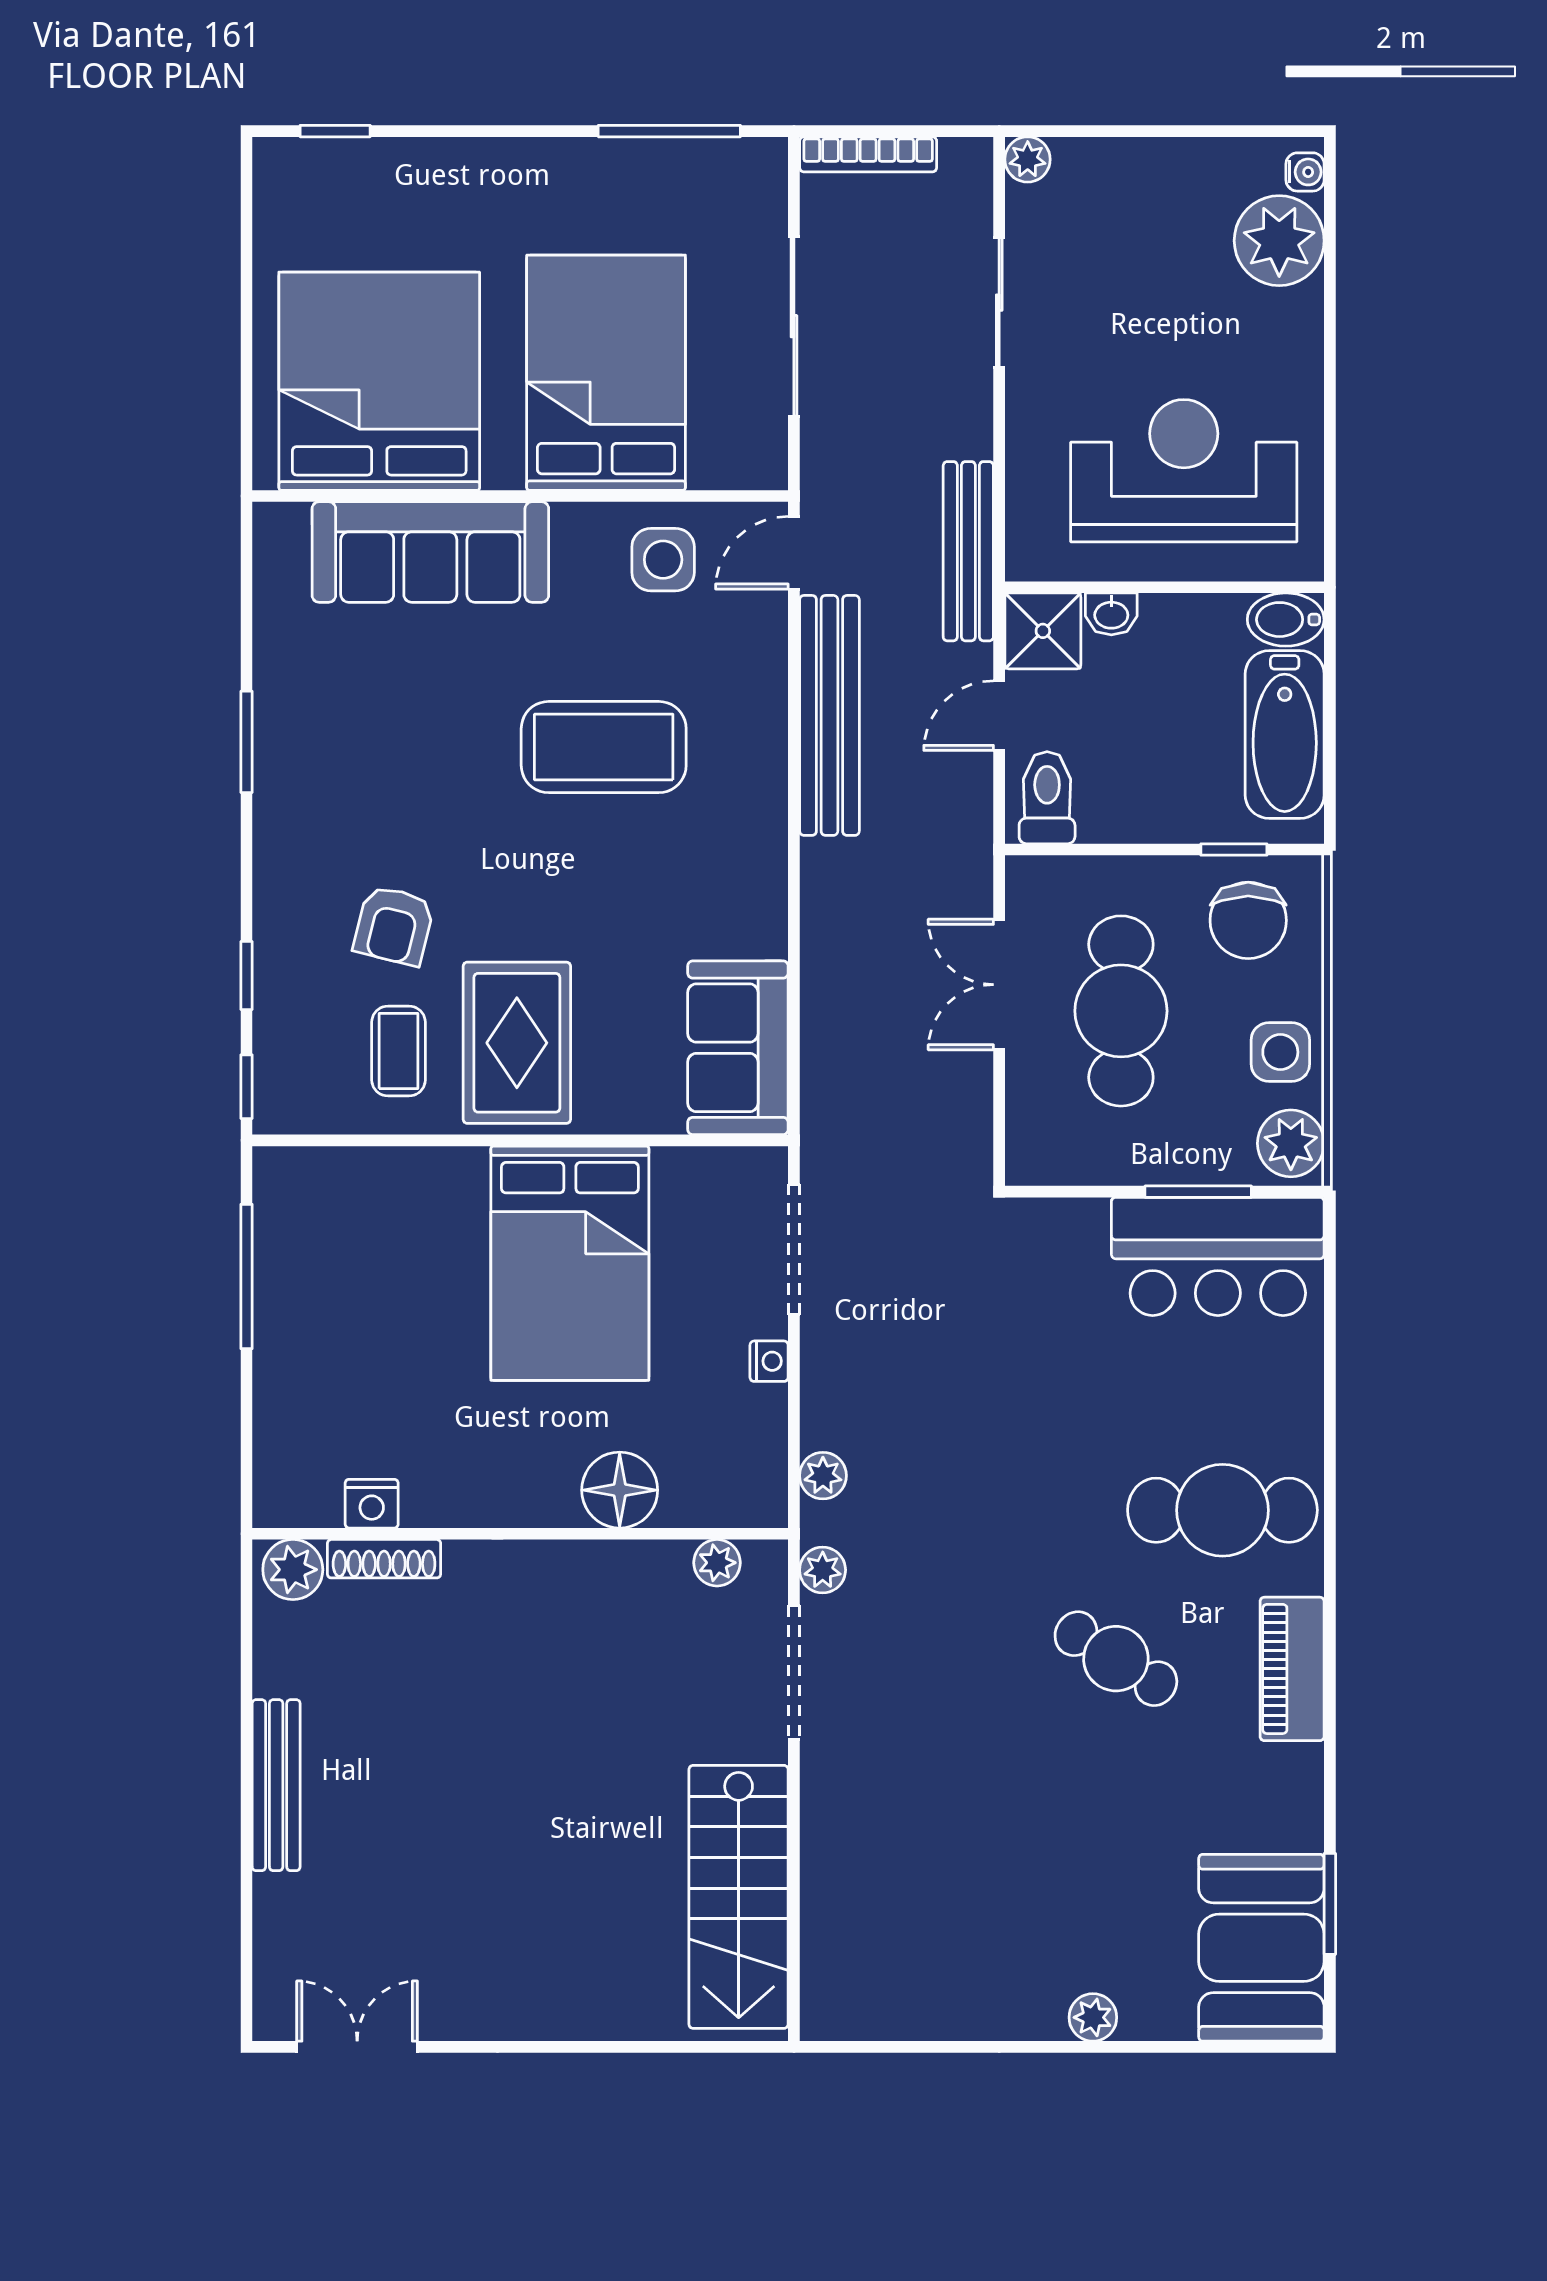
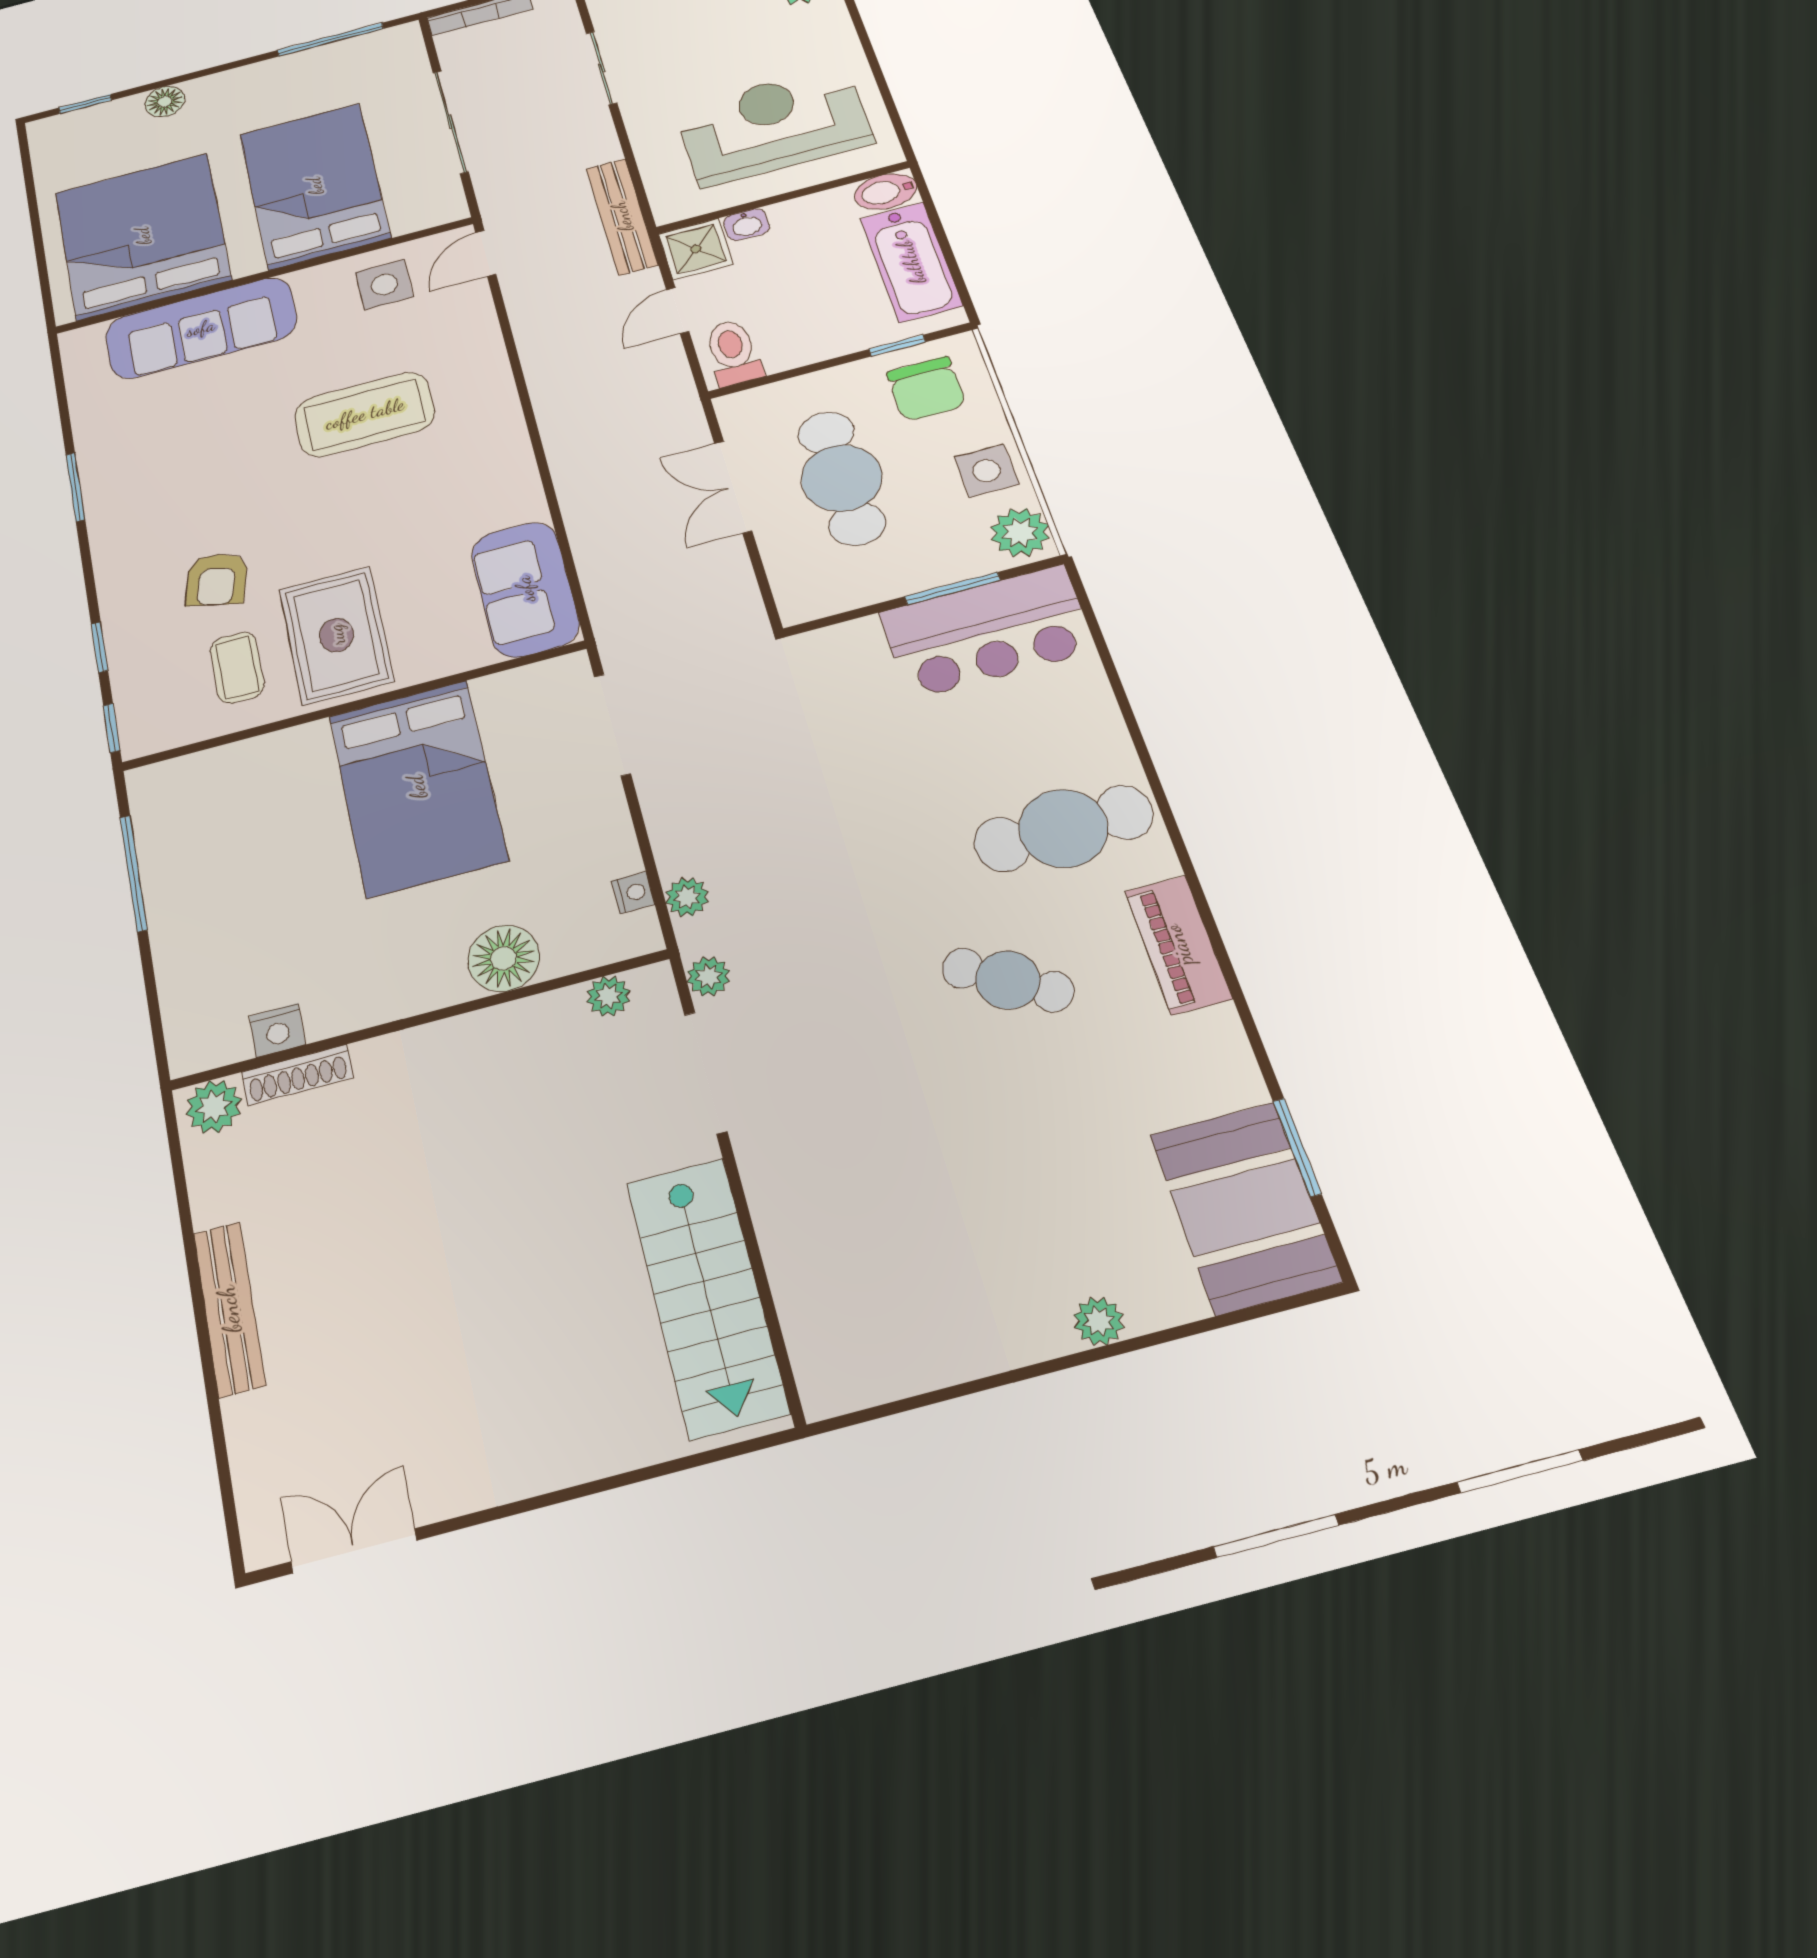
floor lamp: (439, 163) -> (165, 102), added
bench: (829, 715) -> (541, 346), removed
nightstand: (769, 1361) -> (633, 893), moved

